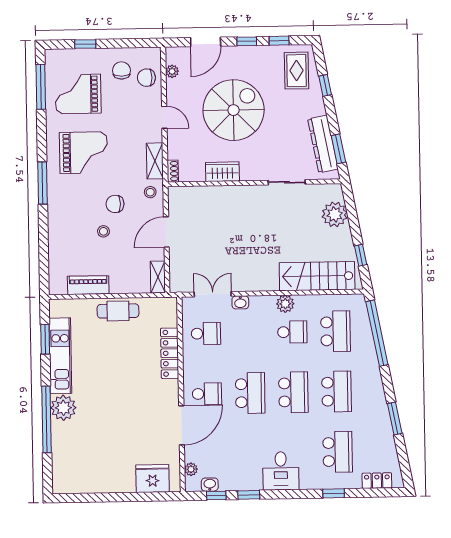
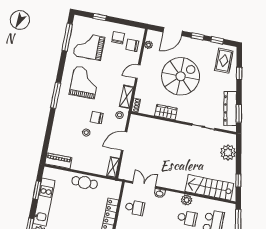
door: (164, 117) -> (138, 72), swing flipped
grand piano: (84, 153) -> (84, 82), turned -90
piano: (88, 285) -> (58, 161), moved

